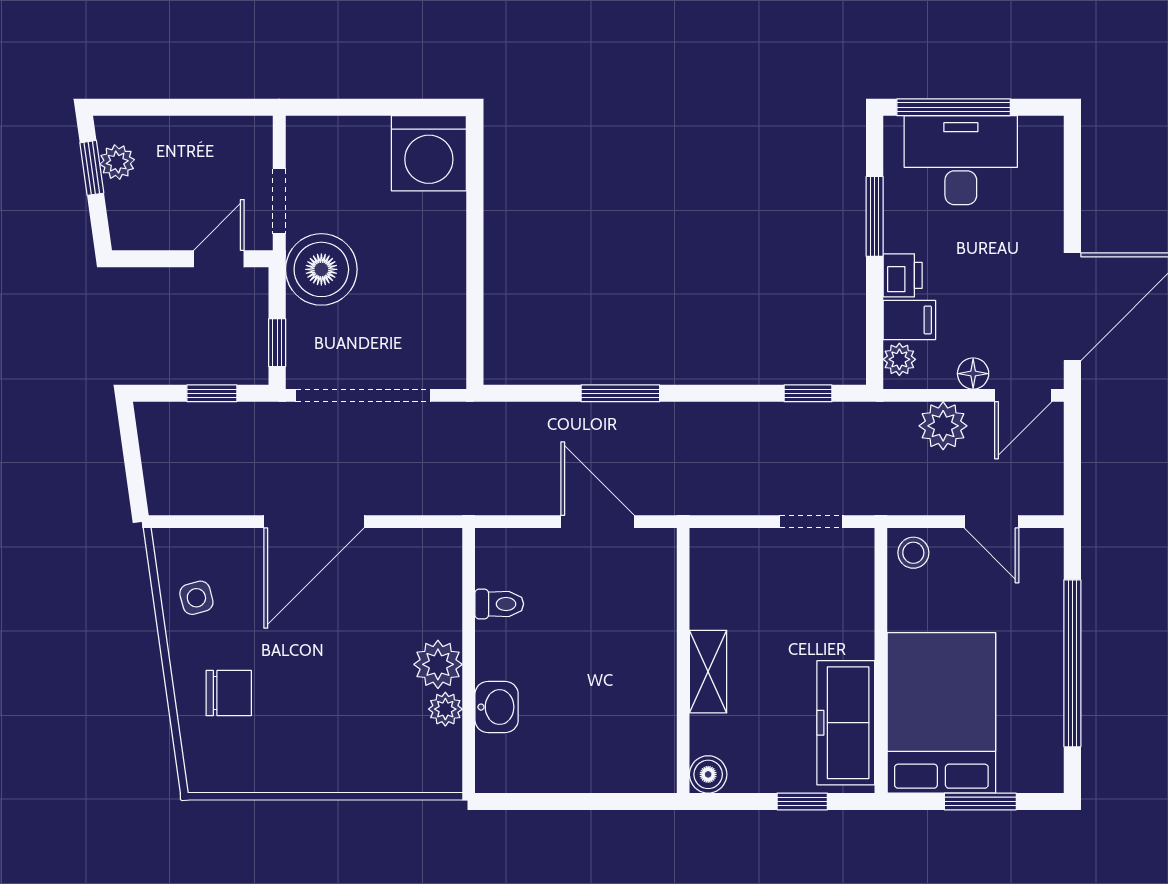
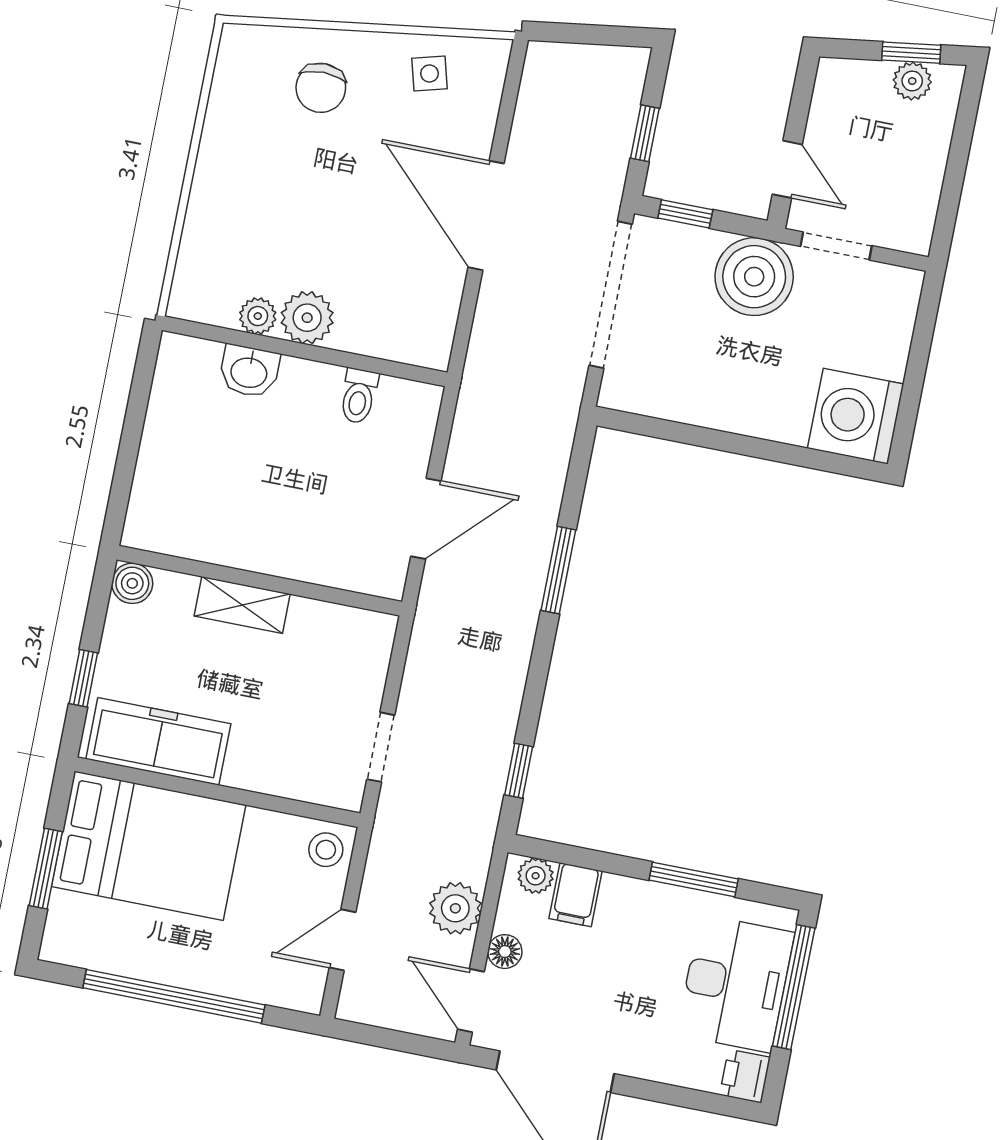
printer: (903, 275) -> (745, 1076), moved, turned 90

